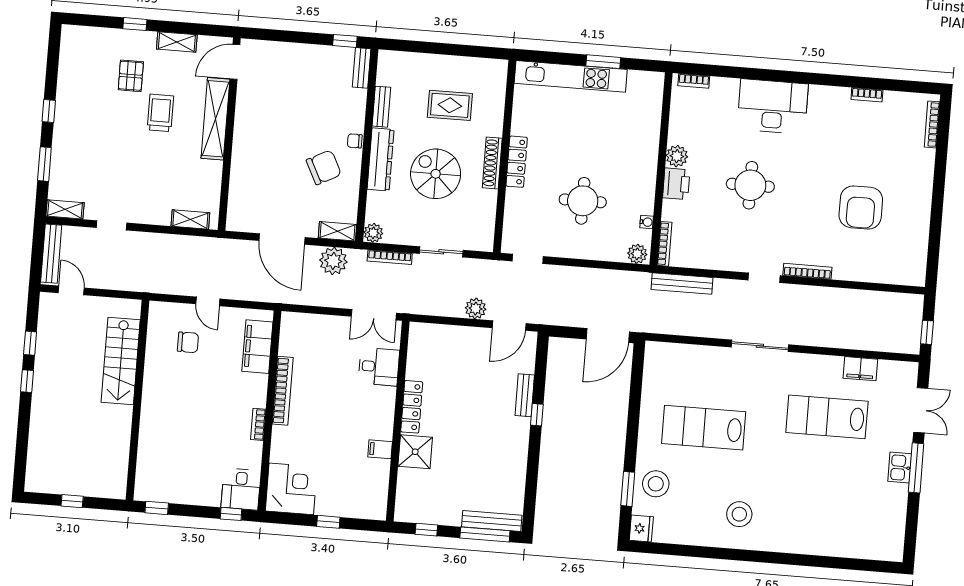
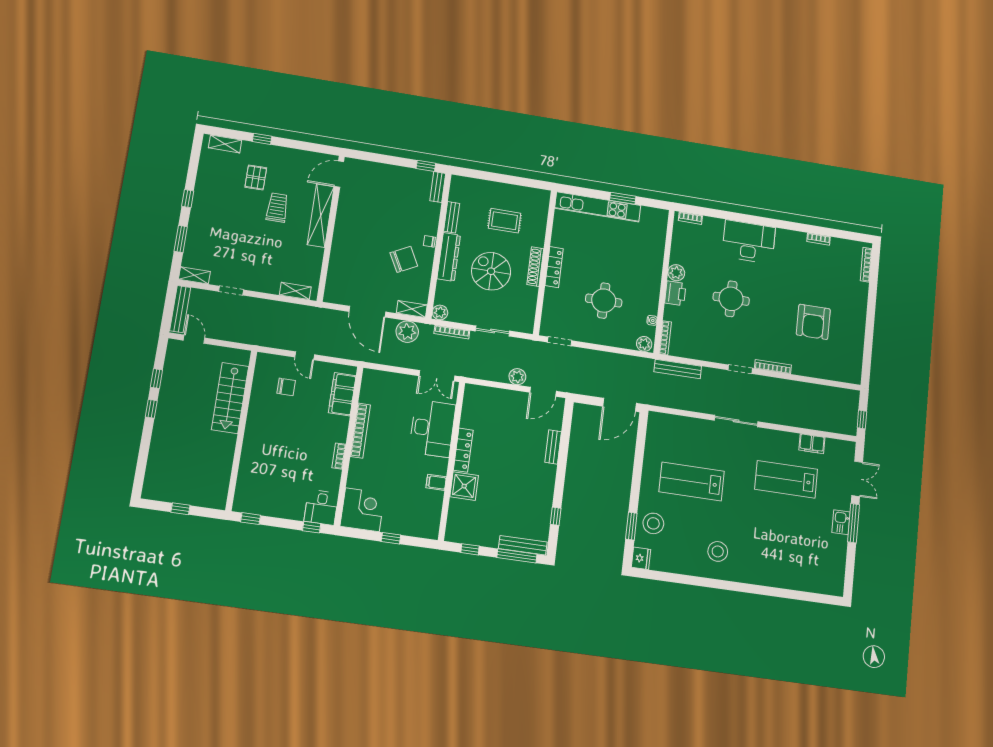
shelving: (177, 42) -> (225, 144), moved
desk: (379, 367) -> (432, 428), width x1.87, depth x1.30
window: (537, 415) -> (556, 516), moved

